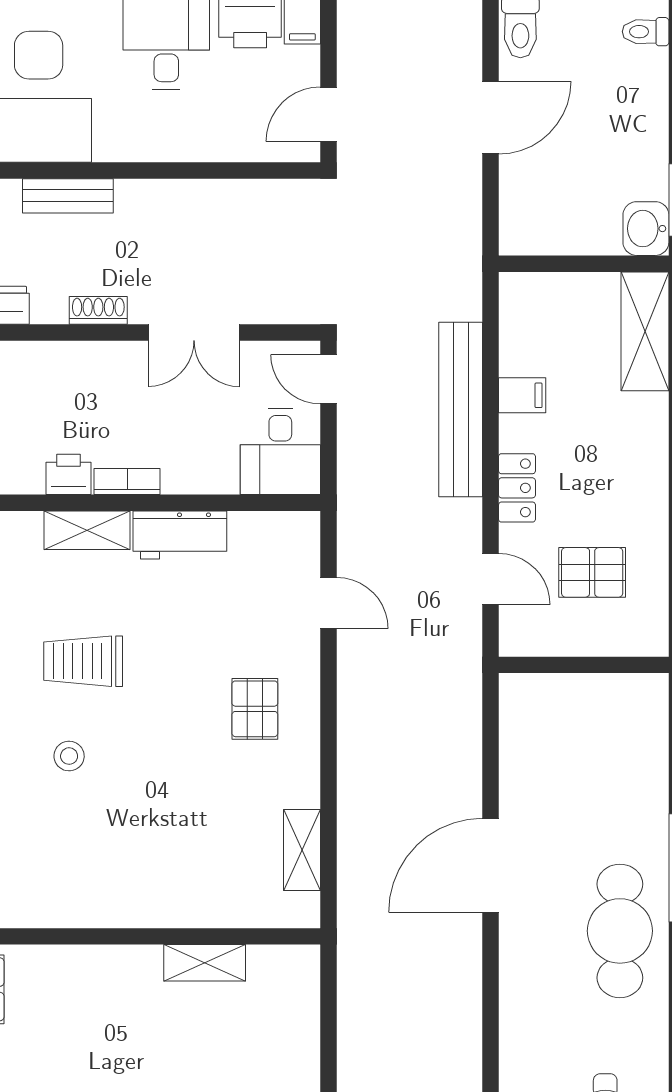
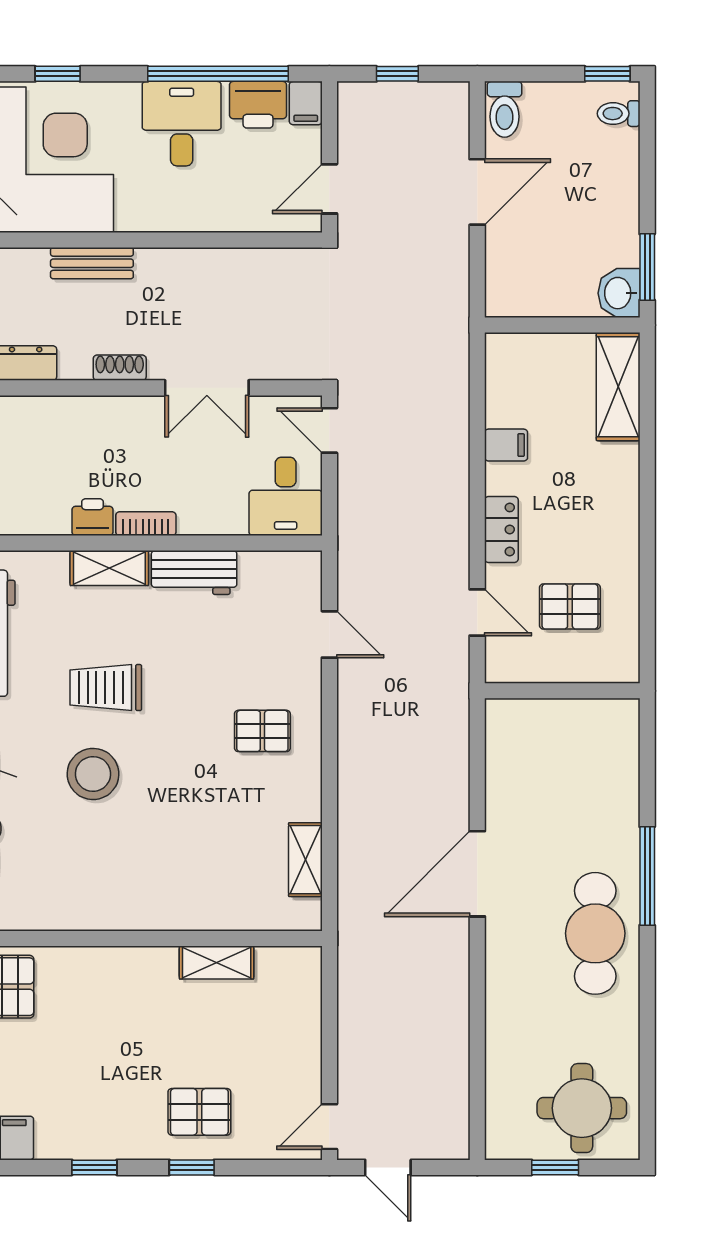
bench: (461, 409) -> (450, 458), removed
pallet: (255, 709) -> (262, 731), turned 90
stool: (69, 756) -> (93, 774), width x1.89, depth x1.89

